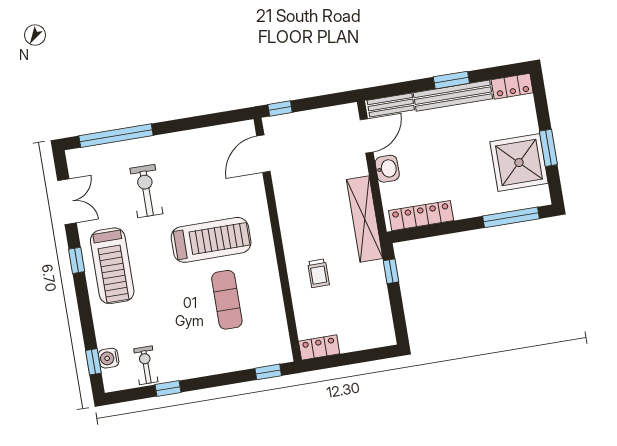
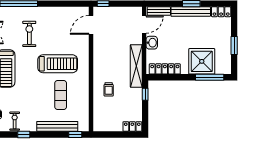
shower: (519, 163) -> (202, 61), moved
locker: (319, 347) -> (132, 127), moved
bench: (230, 362) -> (57, 126), added

